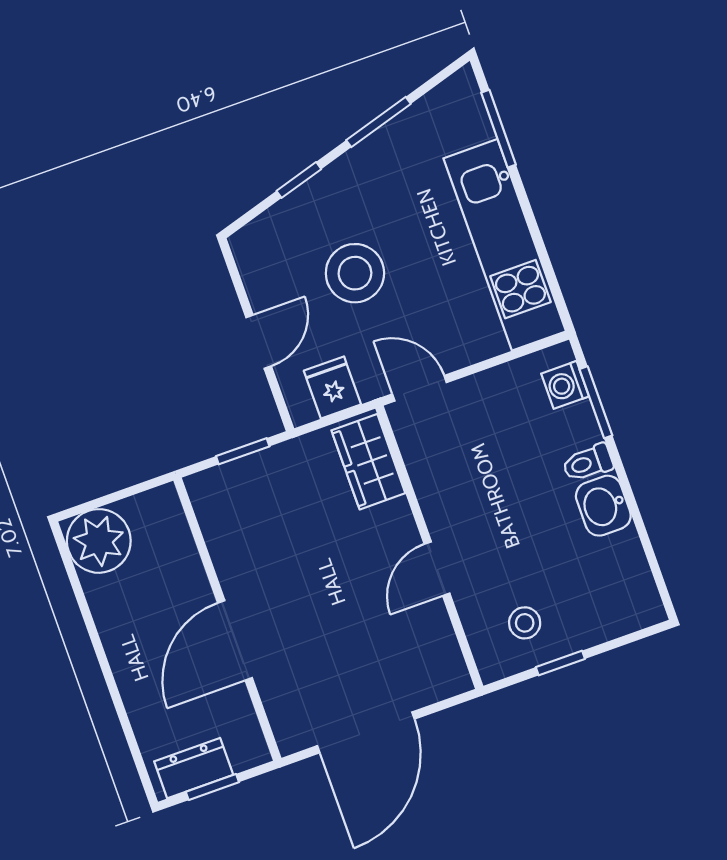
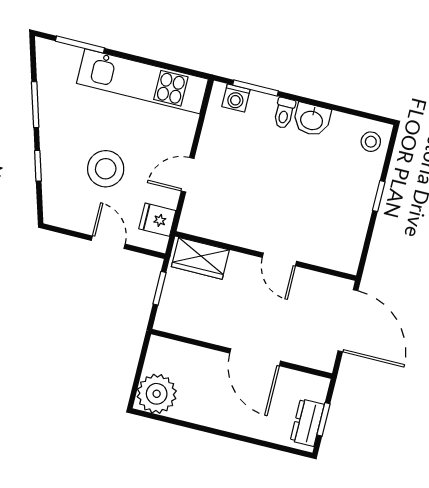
wardrobe: (368, 462) -> (200, 258), moved
wall: (429, 547) -> (266, 256), moved
door: (437, 569) -> (279, 259), moved
stool: (525, 623) -> (371, 142), moved

